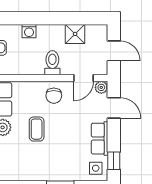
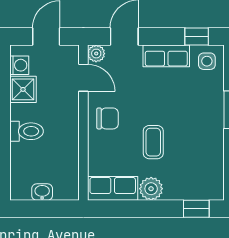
washing machine: (29, 31) -> (19, 65), moved
toilet: (52, 63) -> (27, 131), moved, turned 180
coffee table: (37, 129) -> (153, 142), turned 90

